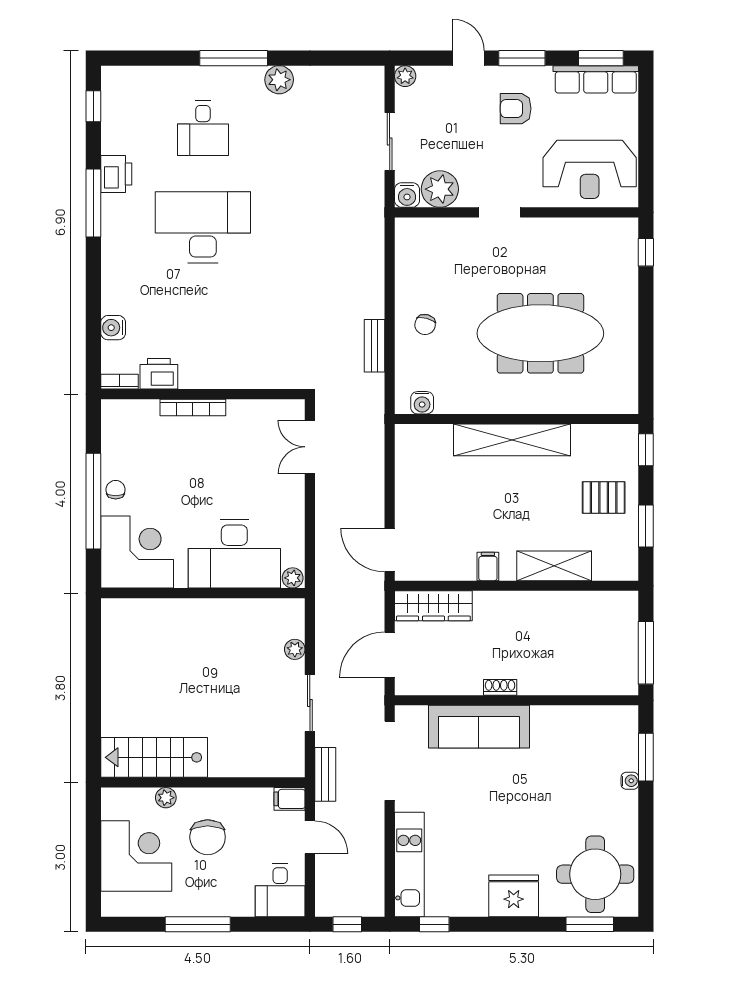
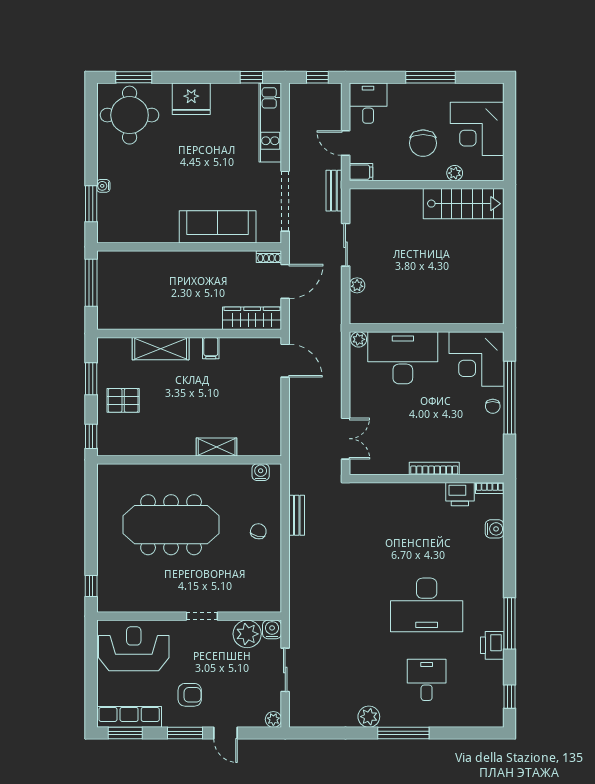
shelving: (512, 440) -> (217, 447), width x0.45, depth x0.75
shoe rack: (500, 687) -> (269, 257), moved
chair: (208, 837) -> (423, 143), turned 180

